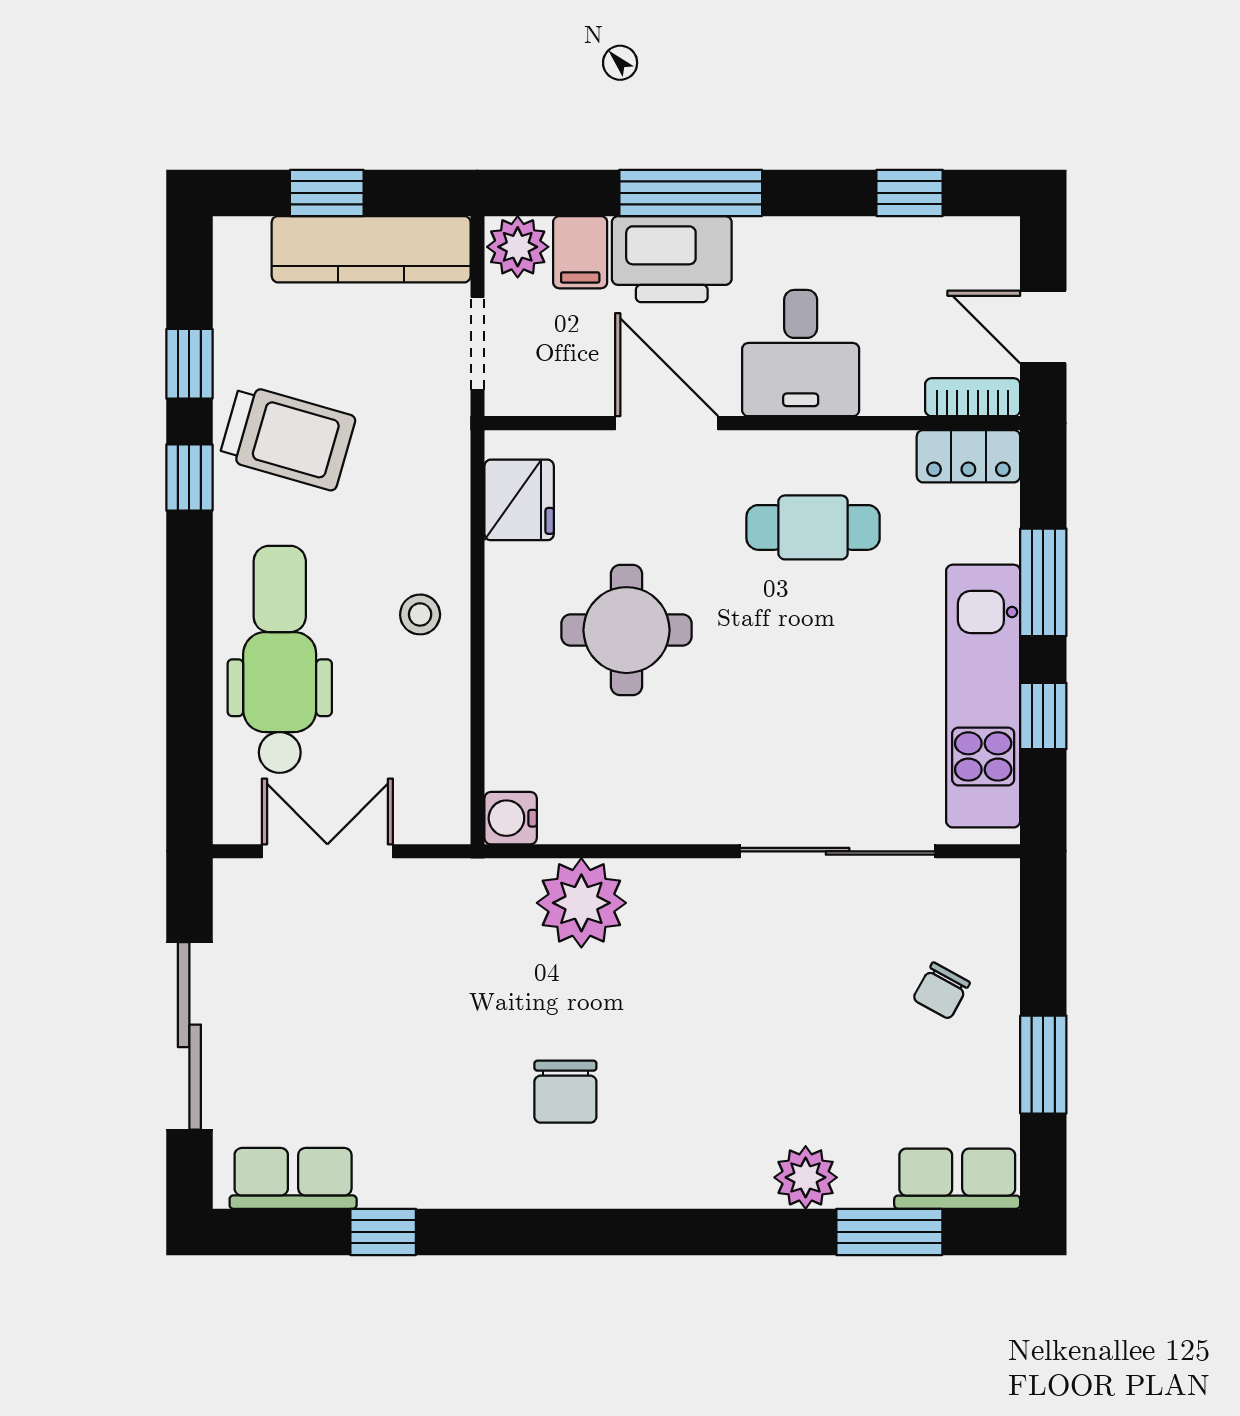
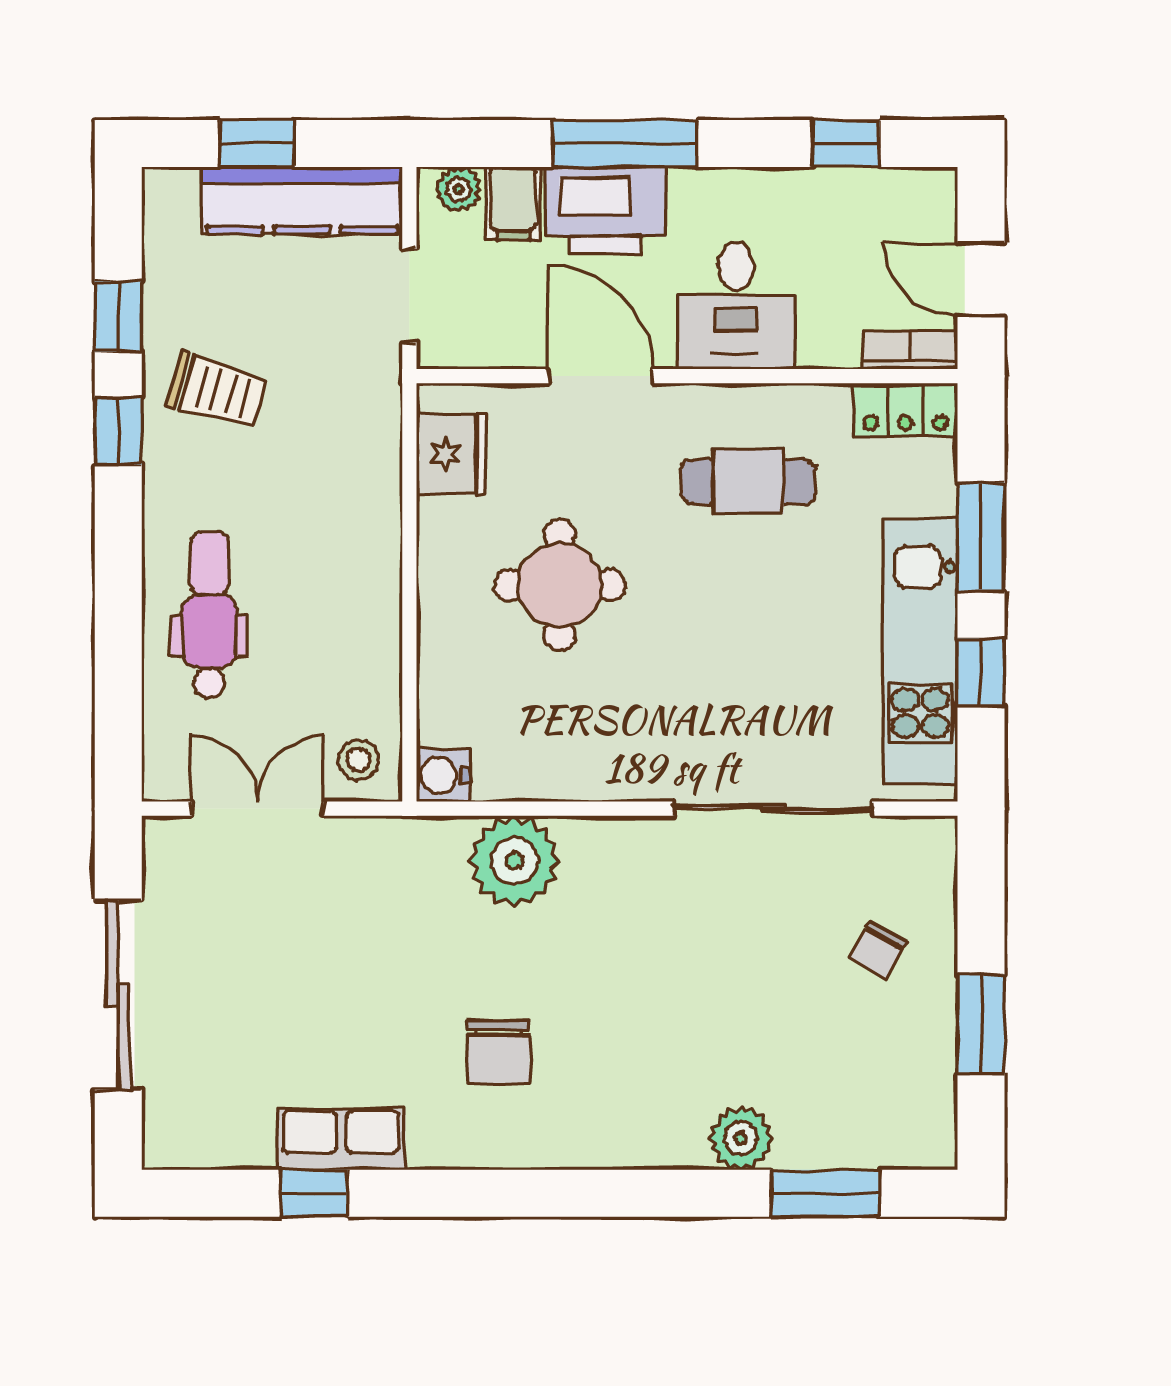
plant: (518, 247) -> (458, 190), width x0.73, depth x0.73
trolley: (288, 438) -> (217, 391), width x0.73, depth x0.72
stool: (420, 614) -> (358, 760), moved
dental chair: (280, 659) -> (209, 615), width x0.73, depth x0.72
row of seats: (293, 1178) -> (341, 1139), moved
row of seats: (957, 1179) -> (894, 1140), removed

